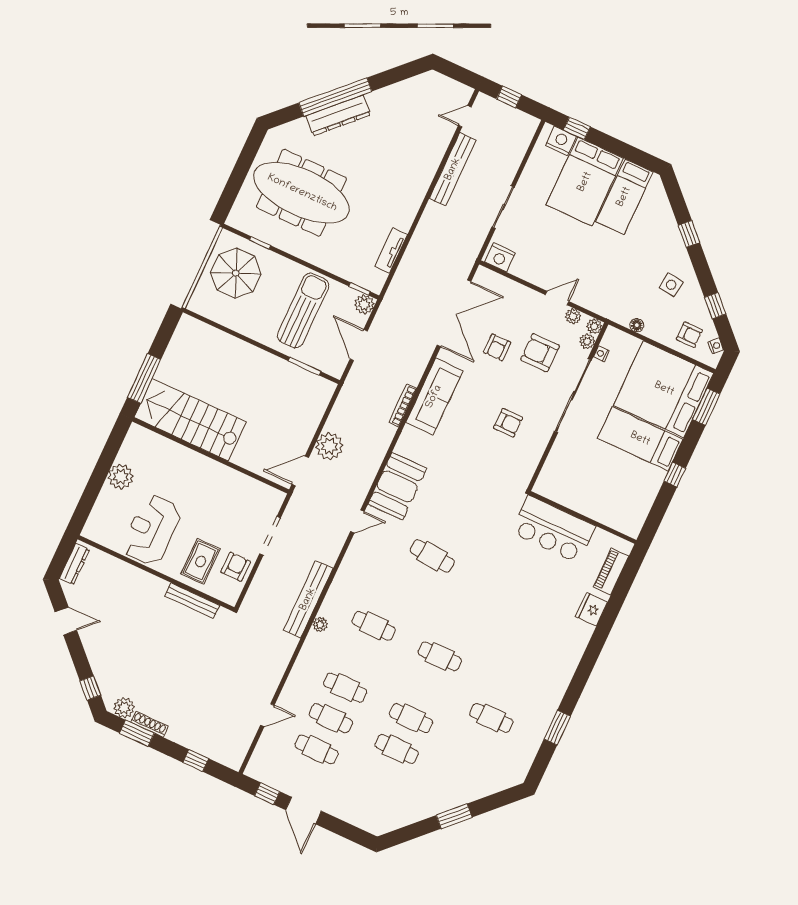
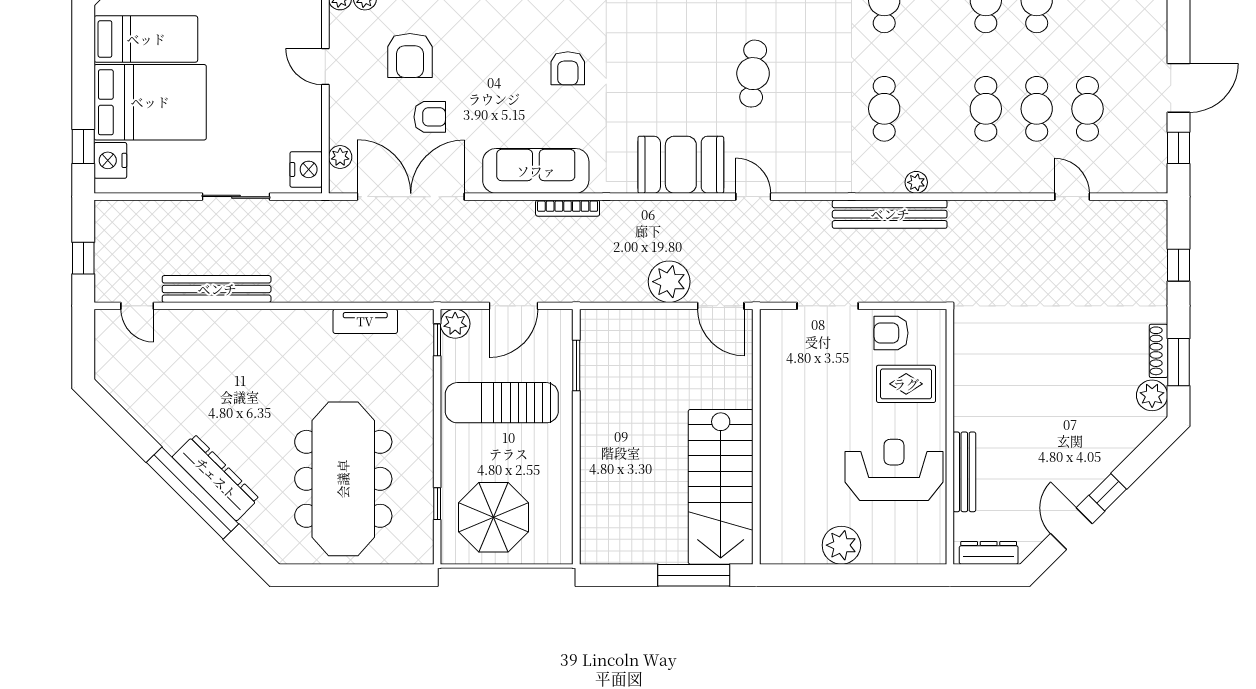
plant: (573, 316) -> (340, 157), moved
armchair: (508, 423) -> (568, 68), moved, turned 180
reception desk: (152, 530) -> (894, 470), turned 180
bench: (192, 601) -> (964, 472), moved
window: (90, 688) -> (1108, 492), moved

